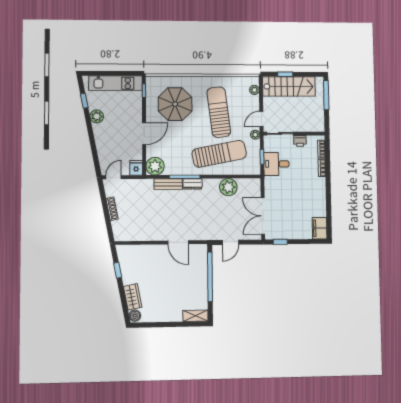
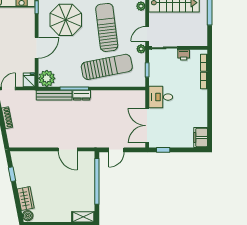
desk: (276, 164) -> (161, 97), moved
bench: (168, 184) -> (54, 95), width x1.36
plant: (228, 187) -> (115, 98), removed

